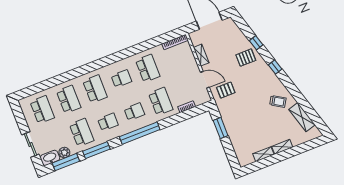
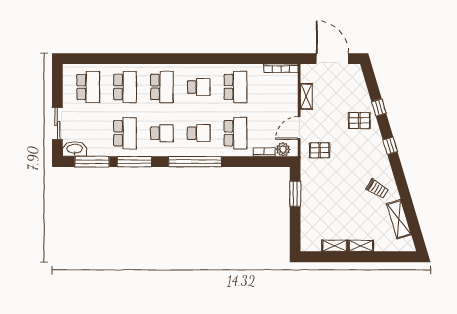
door: (205, 80) -> (299, 128), swing flipped
plant: (64, 153) -> (283, 149), moved

